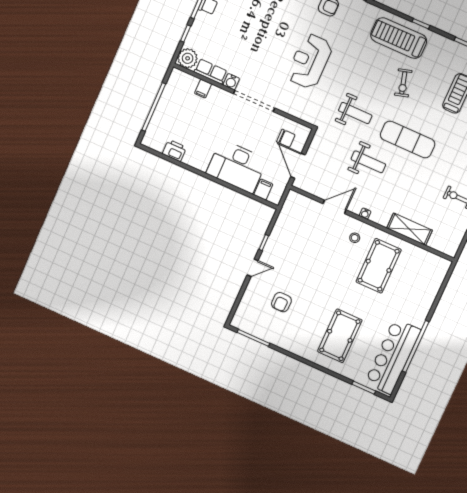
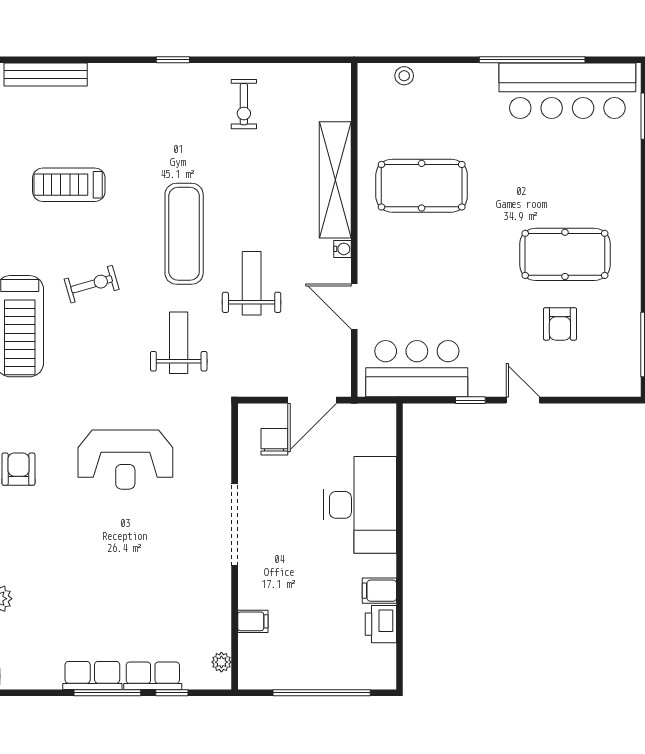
plant: (188, 58) -> (221, 662), width x0.53, depth x0.53
row of seats: (211, 71) -> (153, 676), moved, turned 90
water cooler: (231, 82) -> (219, 578), removed
filing cabinet: (263, 190) -> (379, 591), moved
bar counter: (291, 224) -> (417, 369), added
shelving: (409, 229) -> (335, 180), width x1.47
stool: (355, 238) -> (404, 76), moved
armchair: (281, 302) -> (560, 324), turned 90
pool table: (340, 336) -> (565, 254), moved

